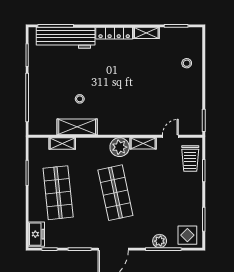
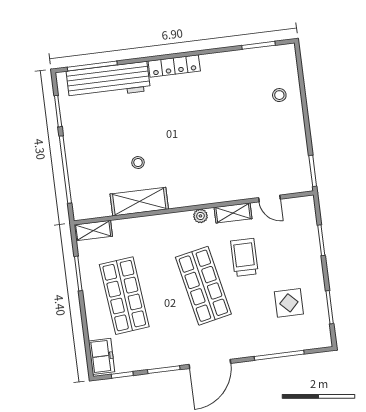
shelving: (146, 33) -> (218, 60), removed
door: (170, 136) -> (269, 198), swing flipped
shelving: (62, 143) -> (93, 230), moved
plant: (120, 147) -> (200, 216), width x0.53, depth x0.53
trolley: (190, 158) -> (244, 257), moved, turned 180
display table: (187, 235) -> (289, 303), moved
plant: (160, 241) -> (272, 345), removed

